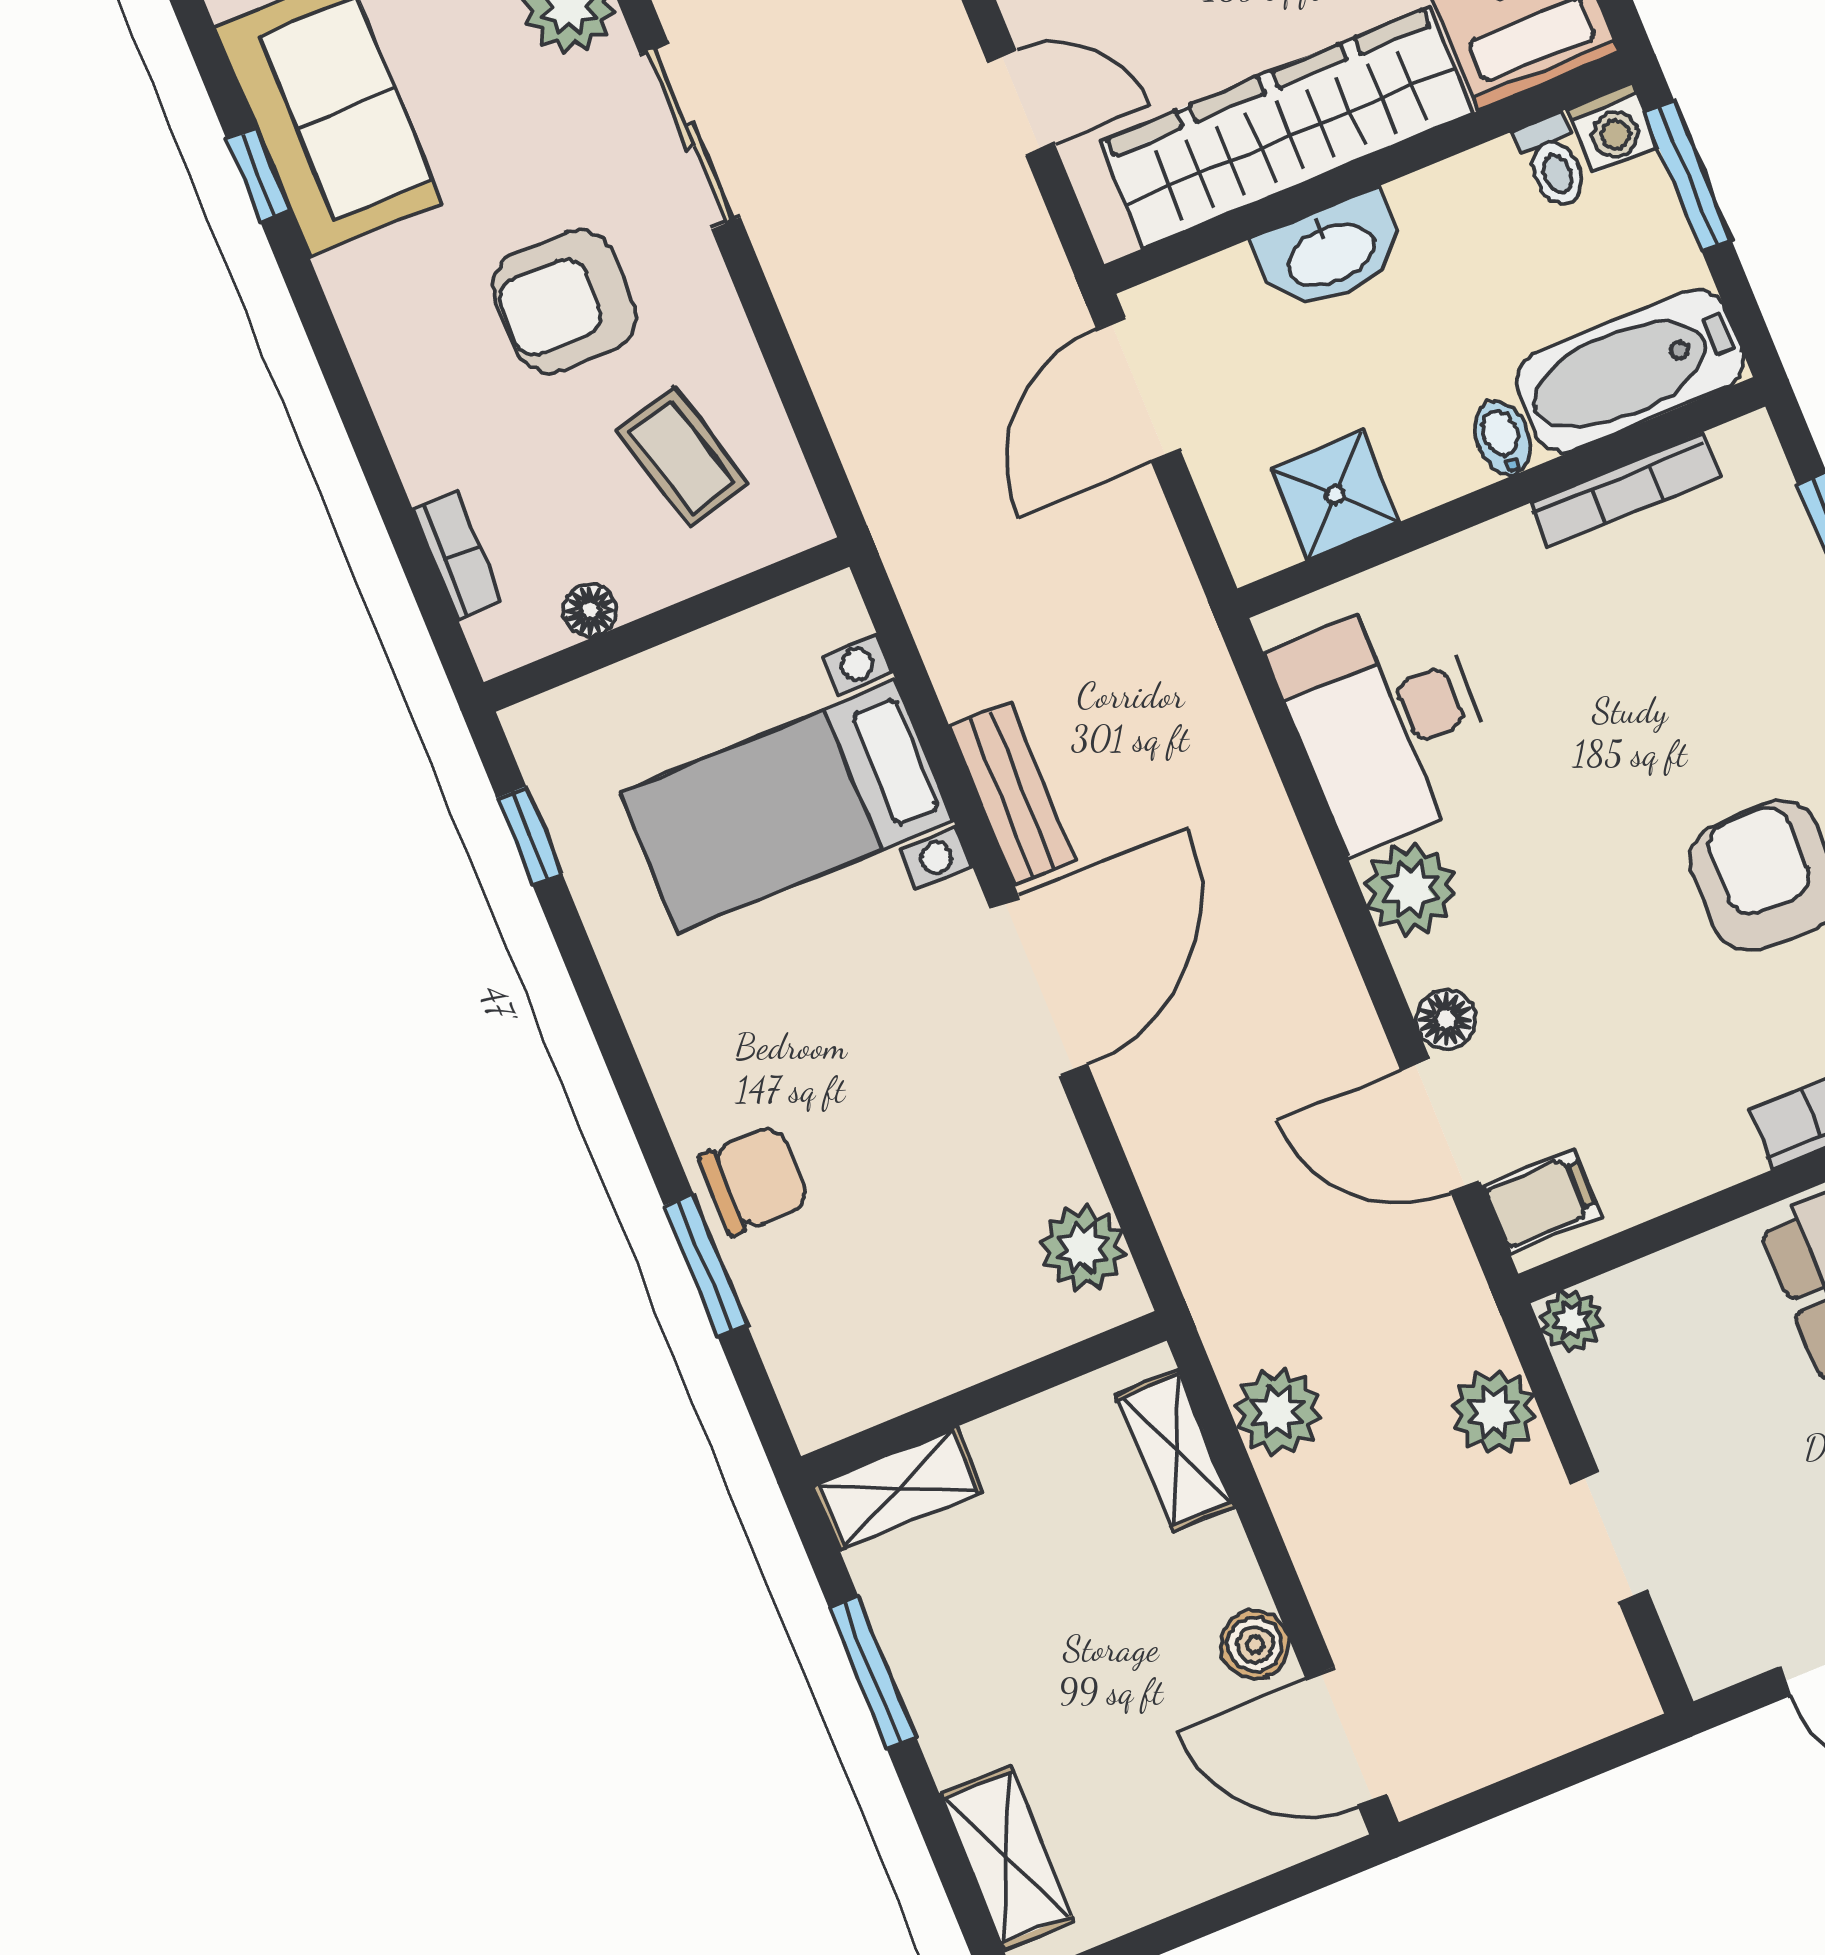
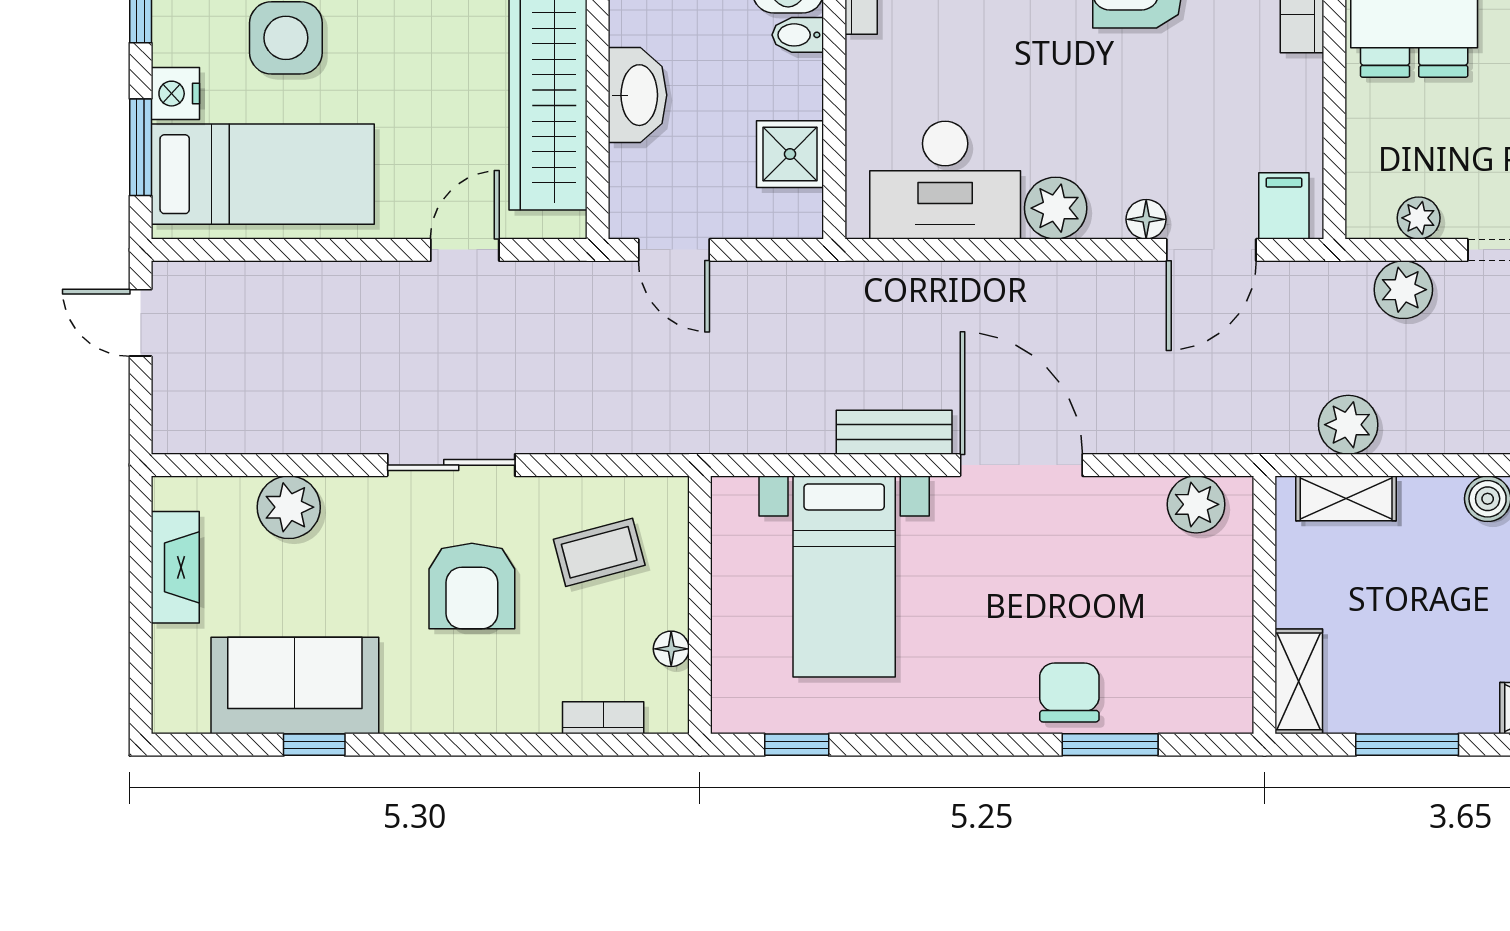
sliding door: (690, 136) -> (451, 465), moved
door: (1138, 390) -> (674, 250), width x0.73
plant: (1571, 1321) -> (1419, 218), moved

